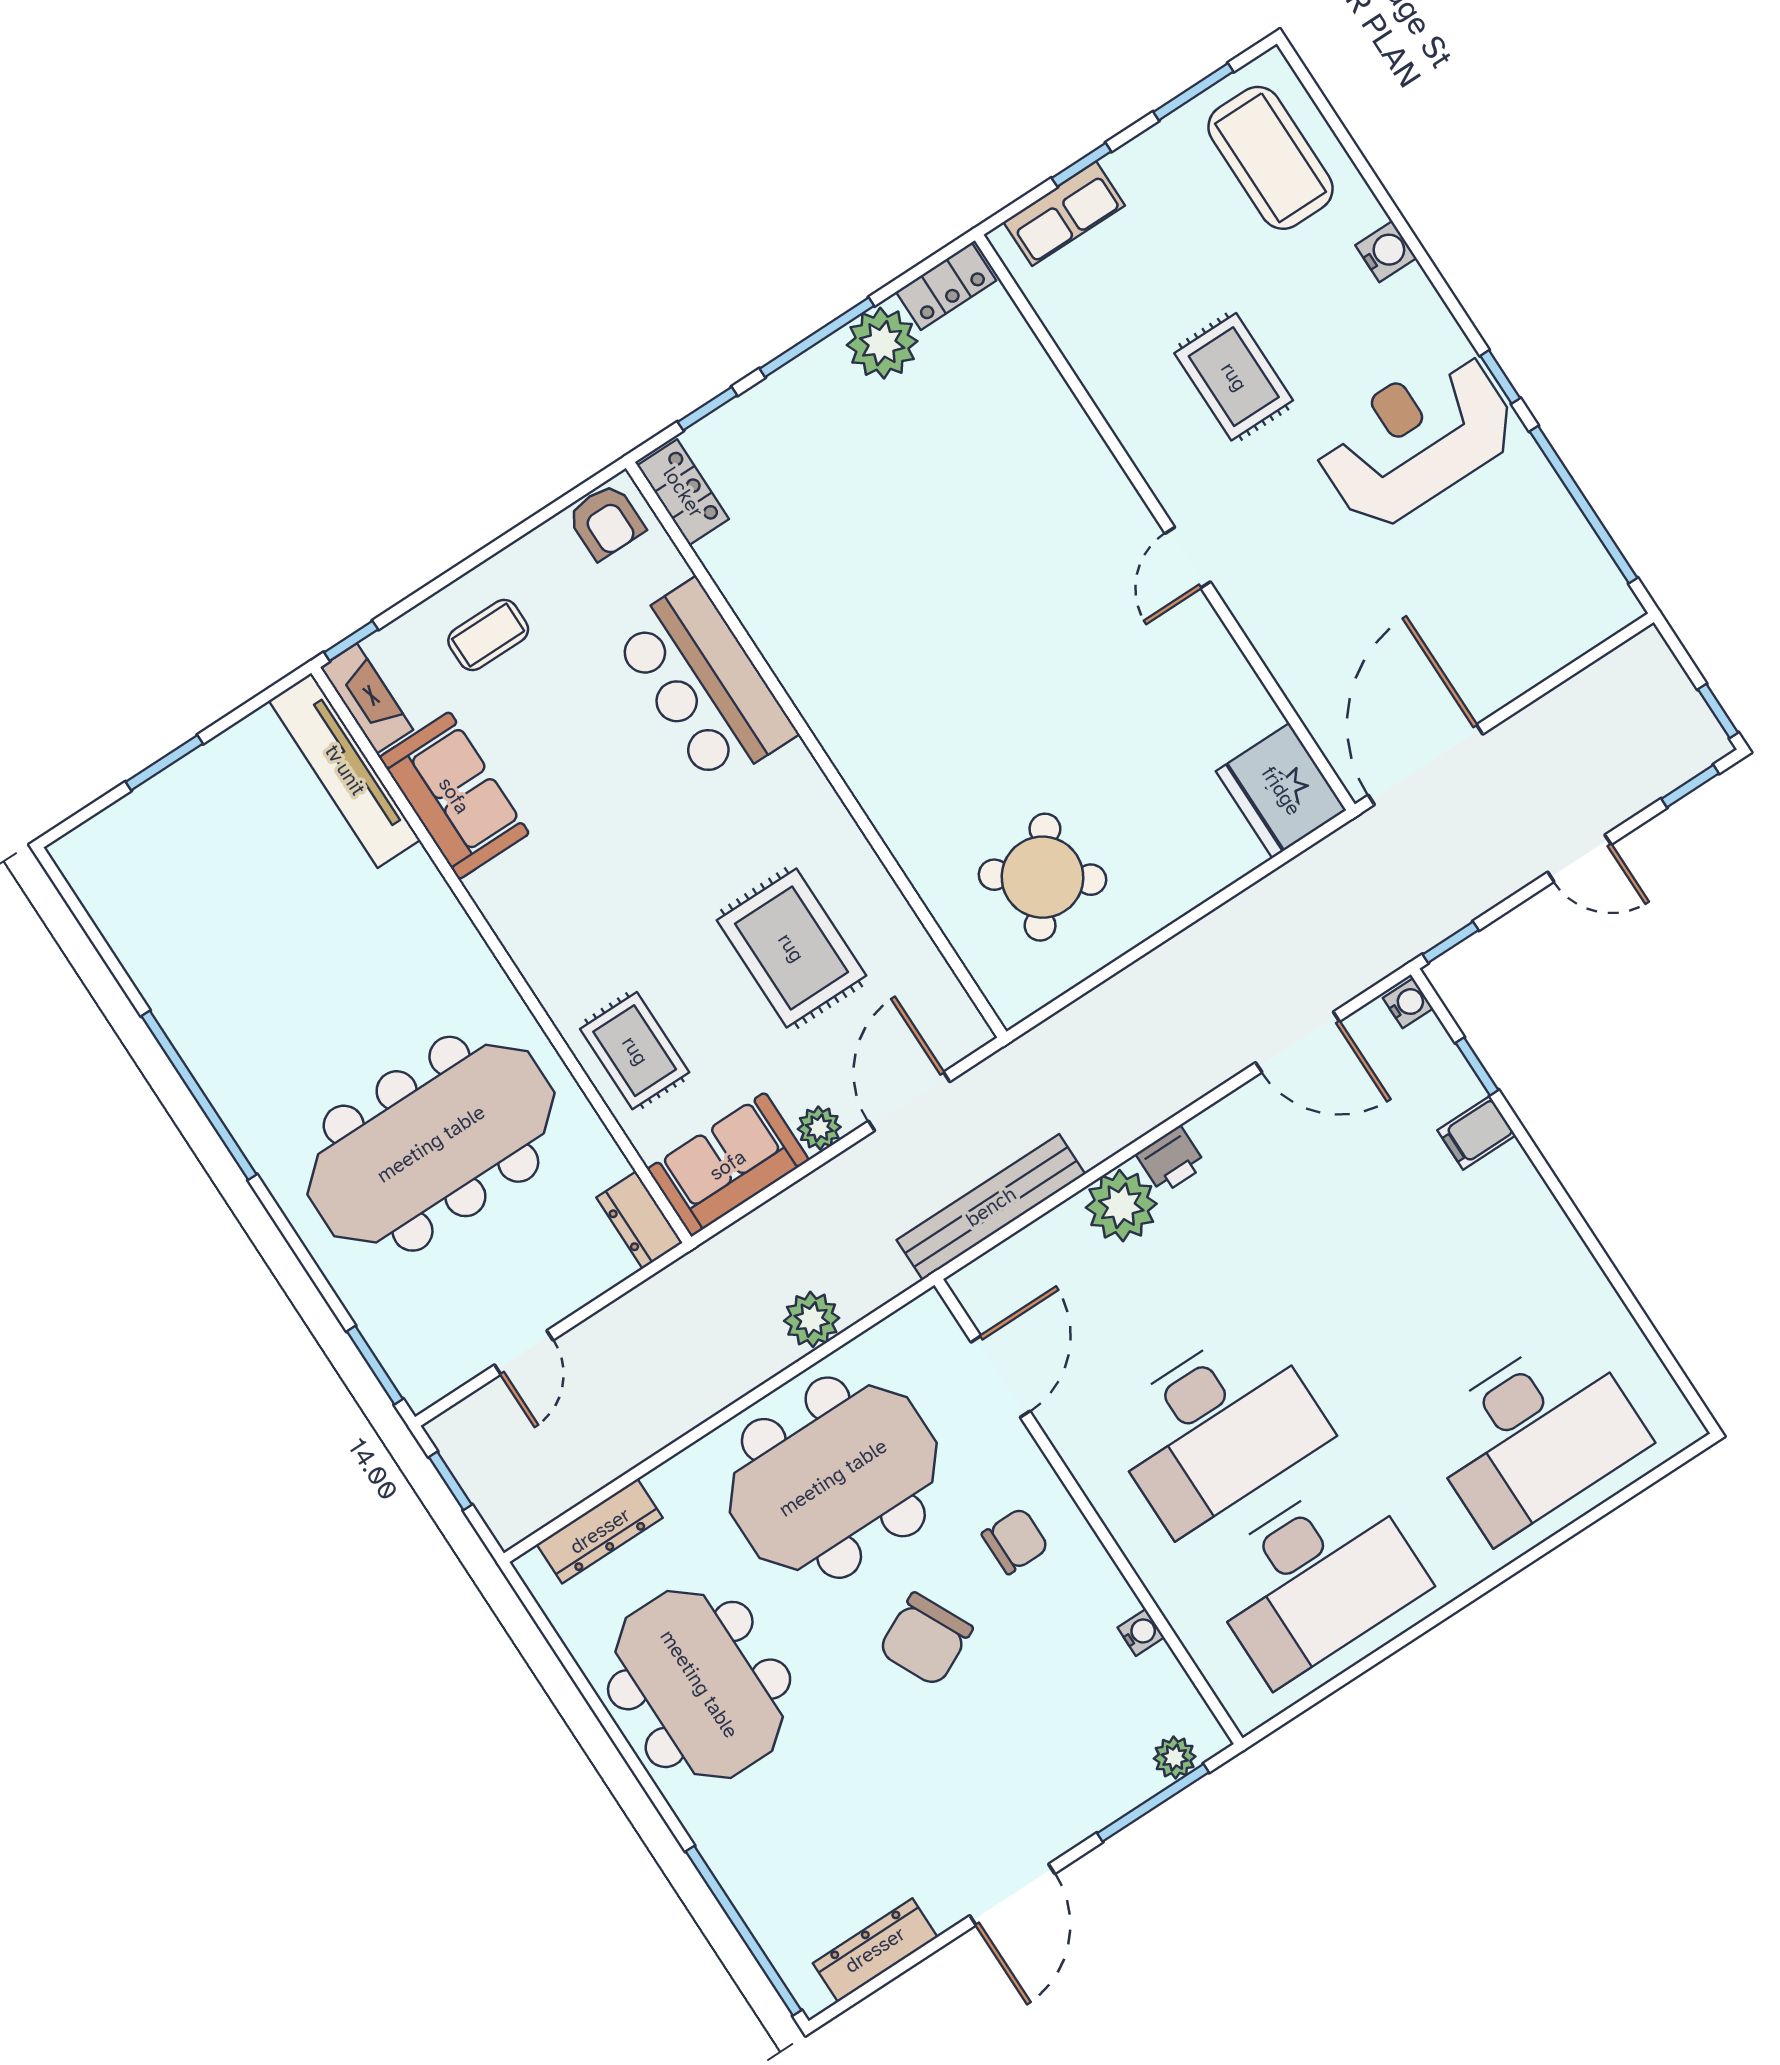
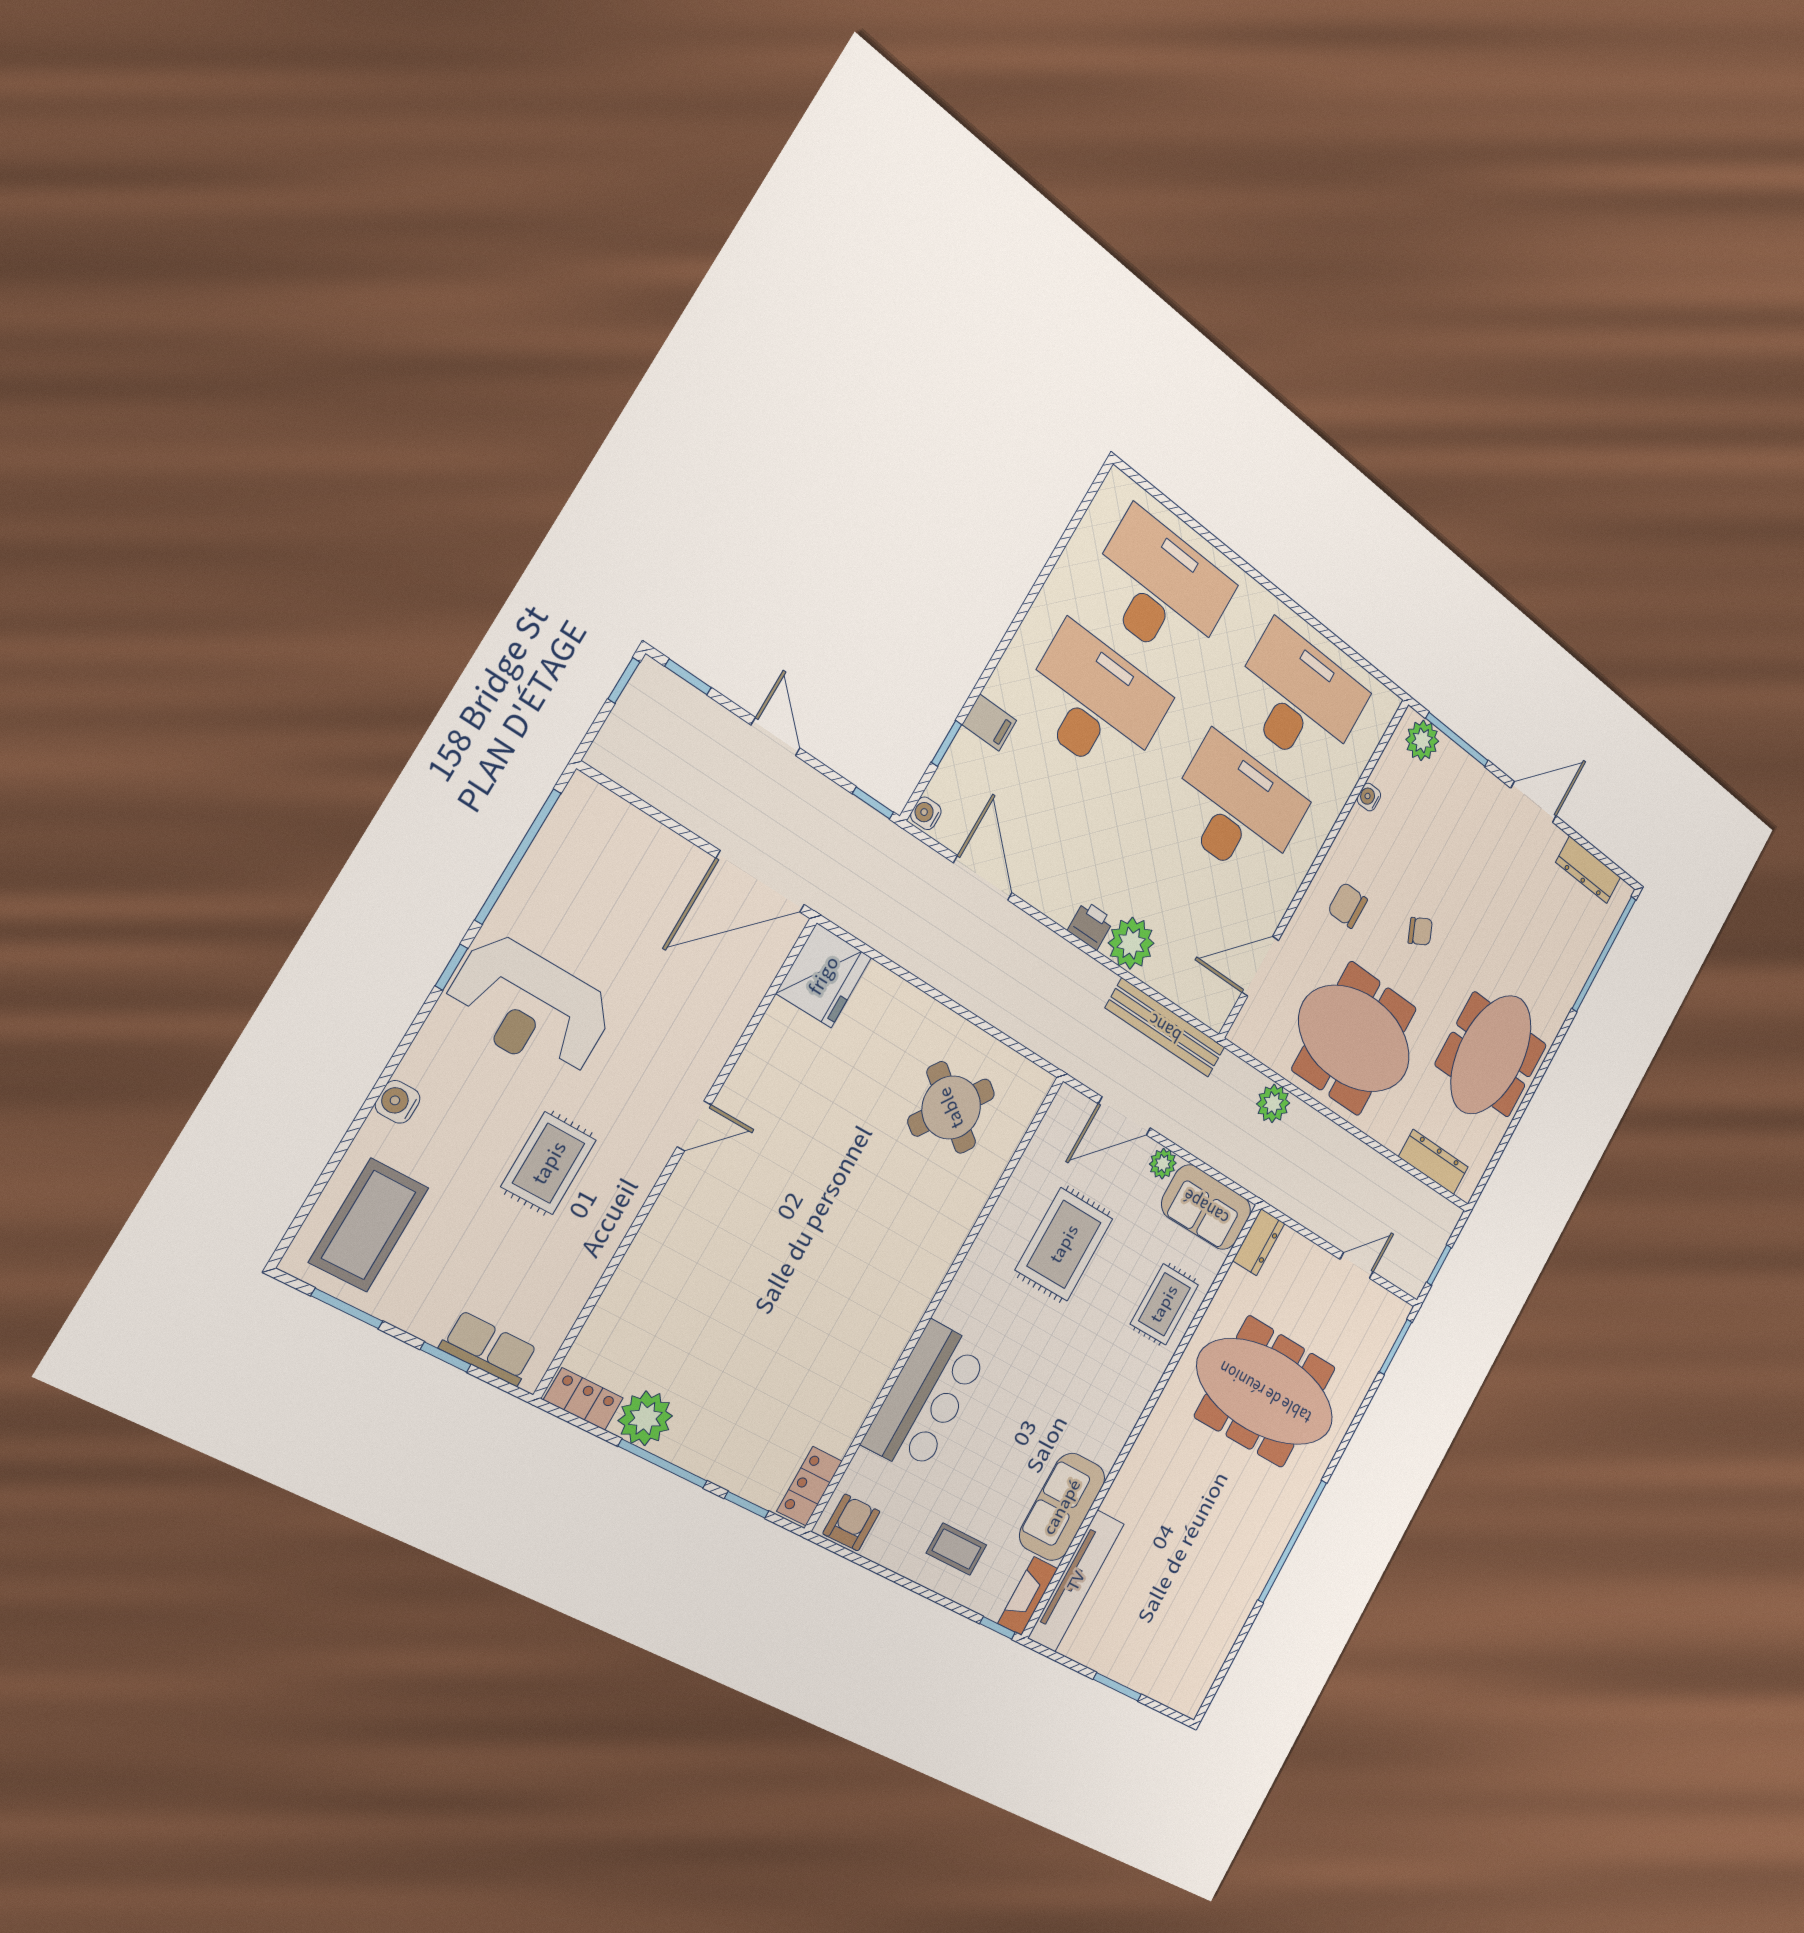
desk: (1437, 1285) -> (1095, 703), added
chair: (925, 1639) -> (1420, 931), width x0.54, depth x0.54
plant: (1175, 1758) -> (1422, 740), width x1.38, depth x1.38

